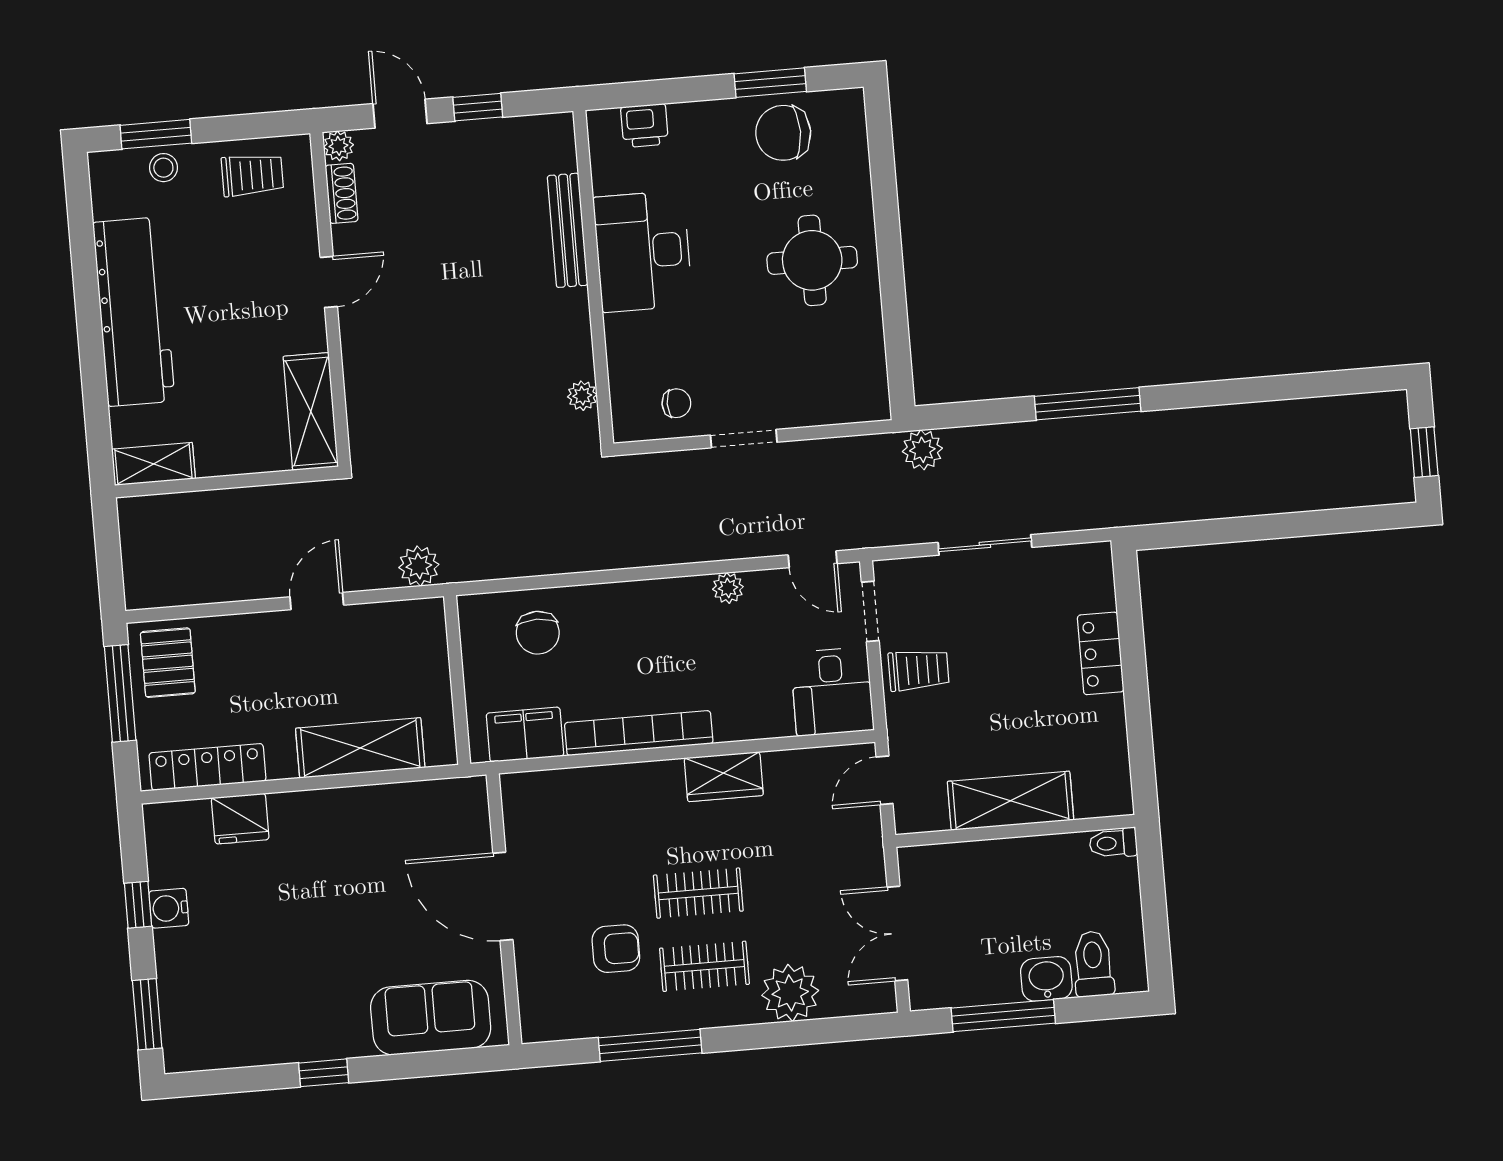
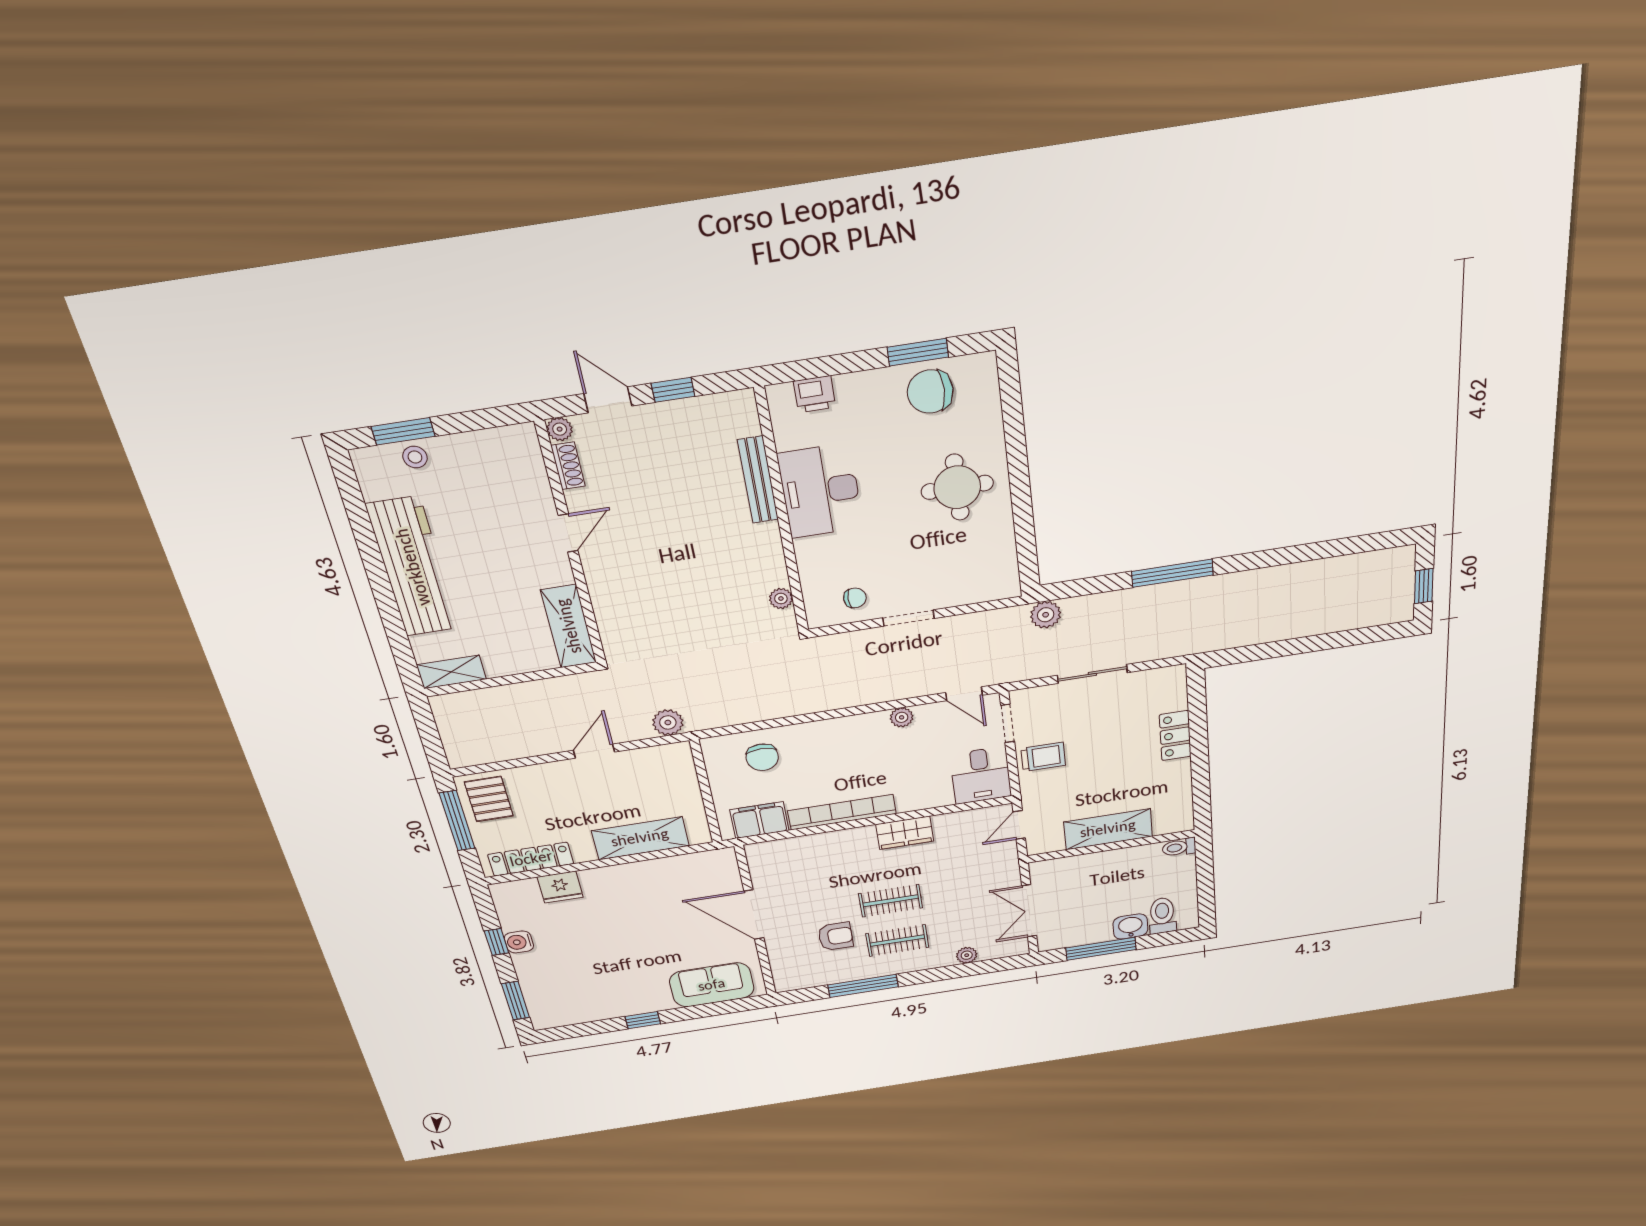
trolley: (252, 175) -> (491, 457), removed
plant: (790, 993) -> (967, 955), width x0.53, depth x0.53

